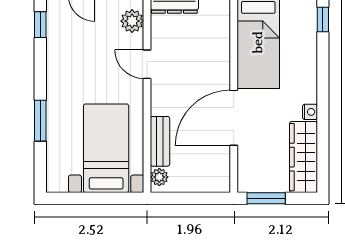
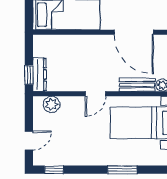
door: (147, 64) -> (96, 94), moved
door: (234, 118) -> (134, 32), moved

